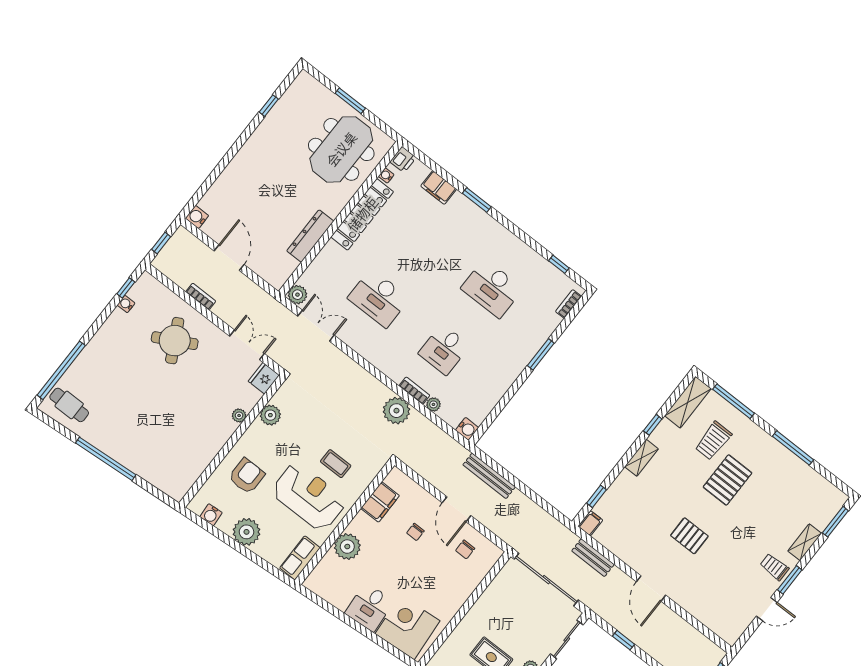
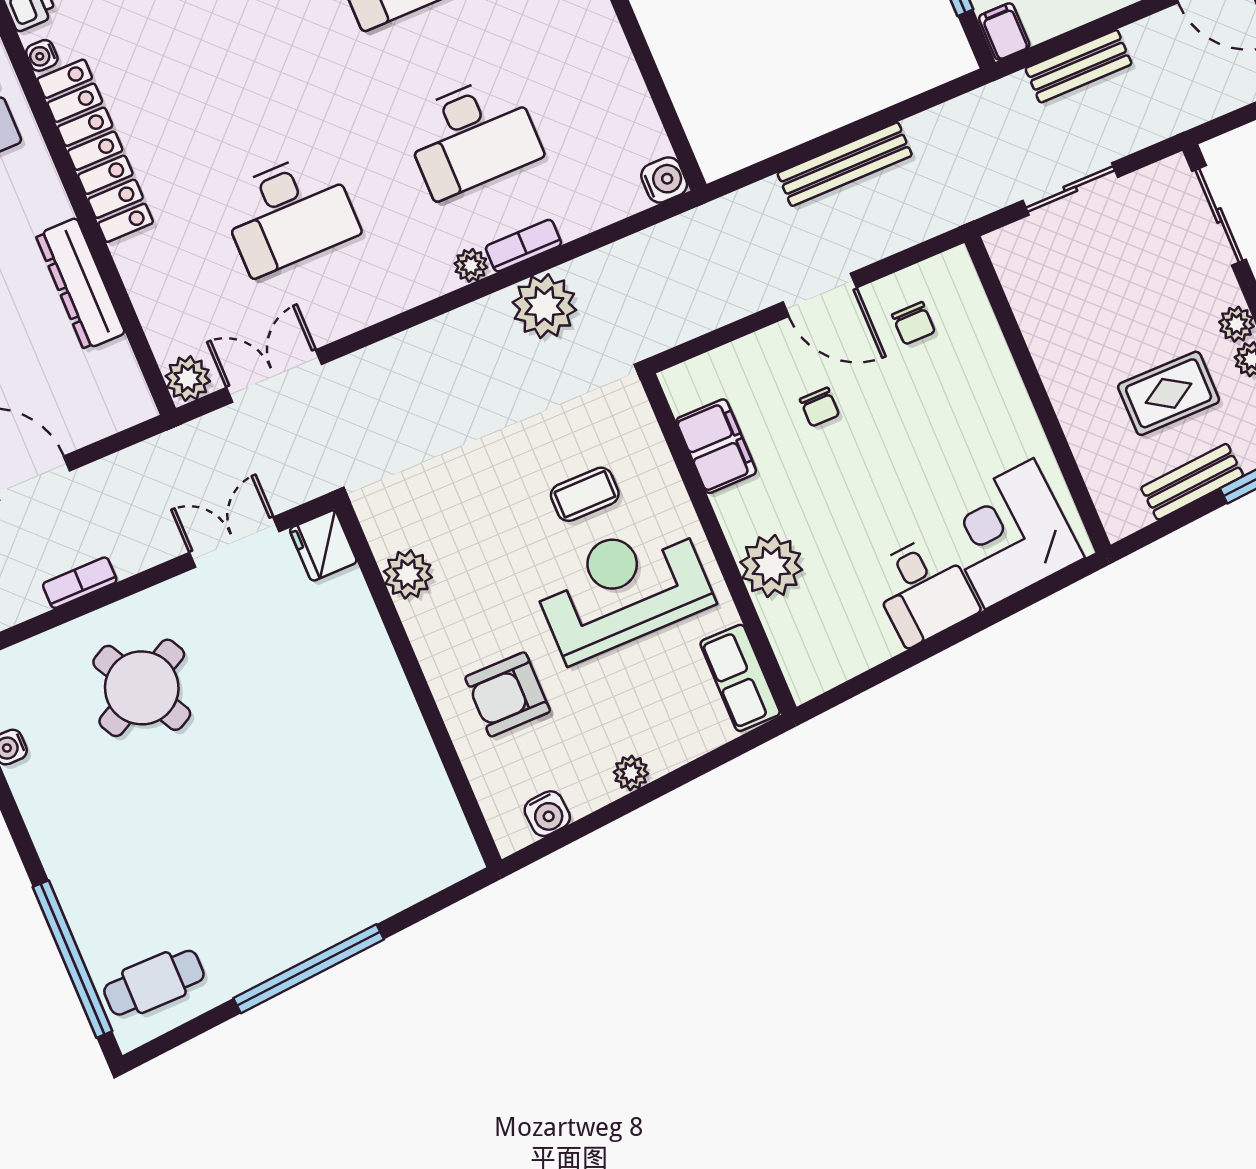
desk: (444, 350) -> (472, 136), width x1.37
plant: (433, 404) -> (471, 265), moved
plant: (239, 415) -> (372, 640), removed
armchair: (247, 476) -> (508, 694), turned -90
bench: (489, 476) -> (845, 164), moved
plant: (246, 532) -> (631, 773), width x0.53, depth x0.53
sliding door: (546, 580) -> (1070, 189), width x0.54

